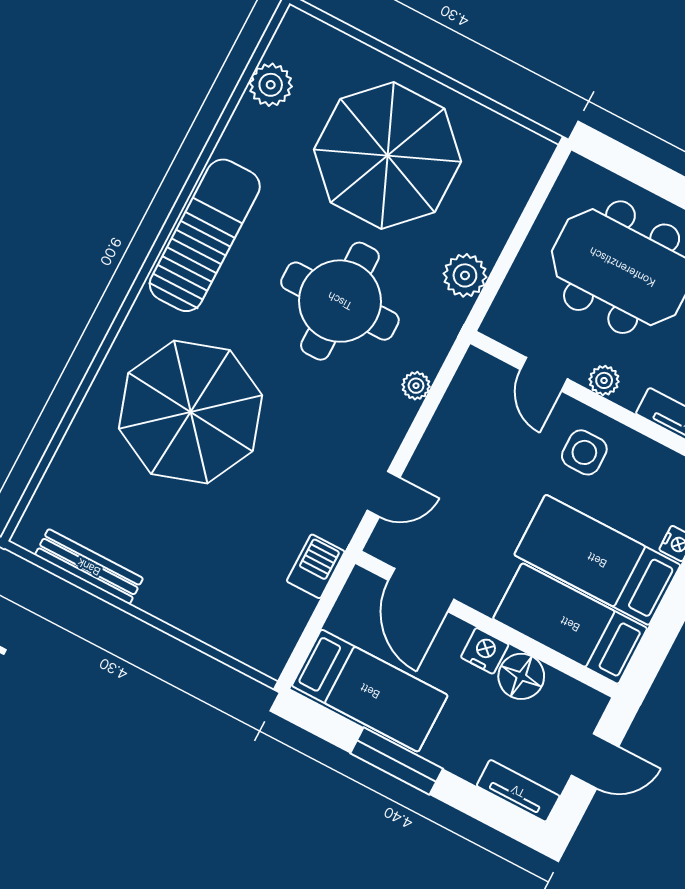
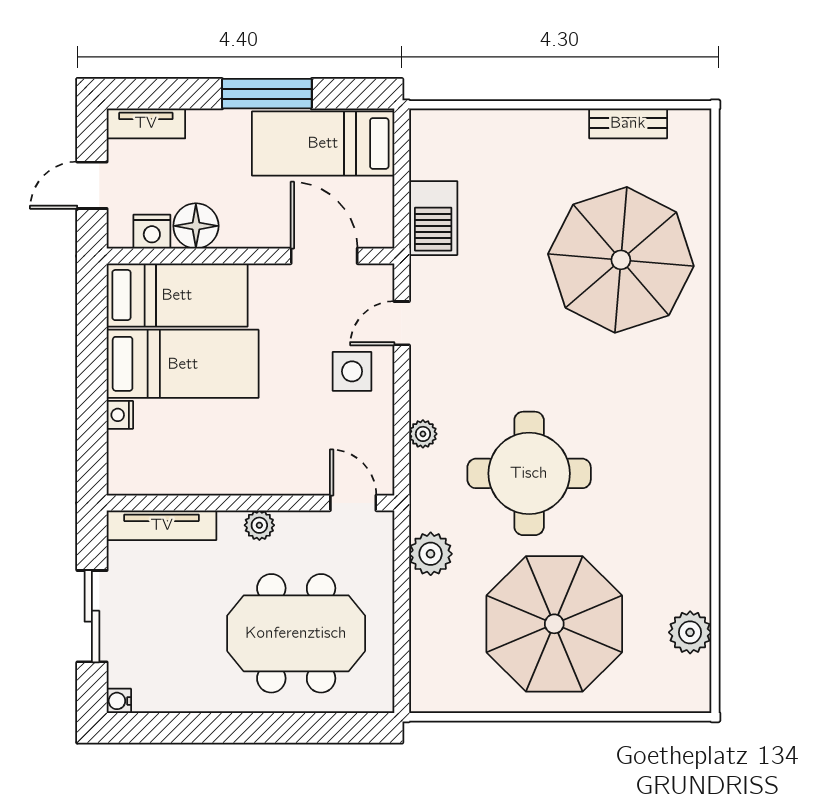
sun lounger: (205, 235) -> (679, 469), removed
door: (544, 374) -> (353, 503), moved
parasol: (191, 412) -> (621, 260), moved
side table: (584, 452) -> (352, 371), moved
barbecue: (316, 566) -> (433, 218), width x1.38, depth x1.27
bench: (89, 567) -> (628, 123), width x0.73
nightstand: (485, 651) -> (152, 232), moved

